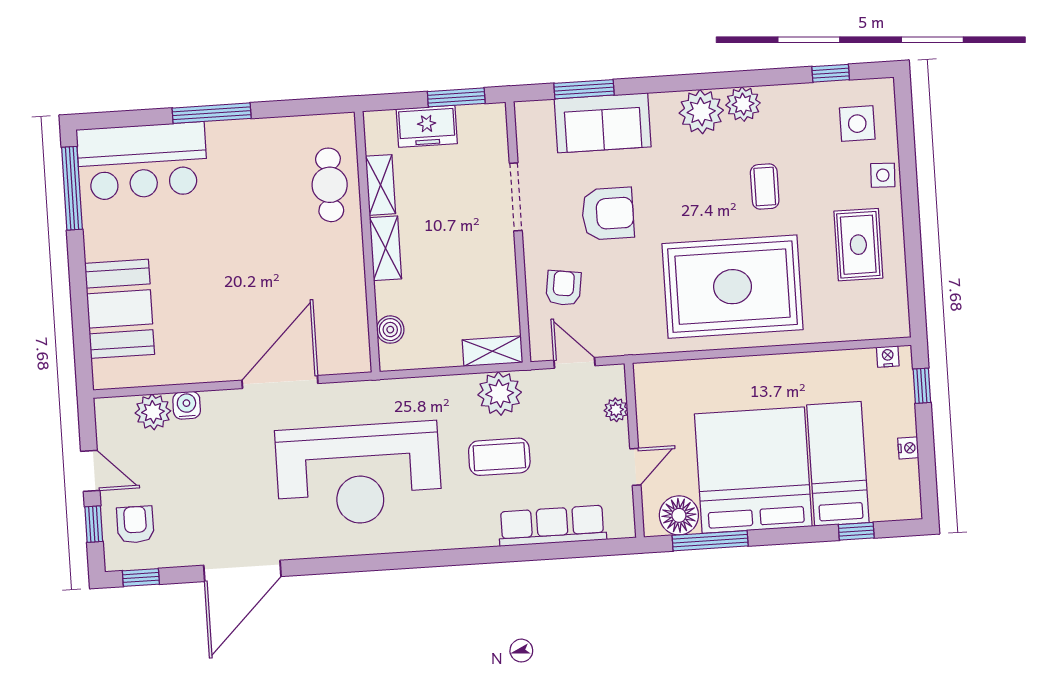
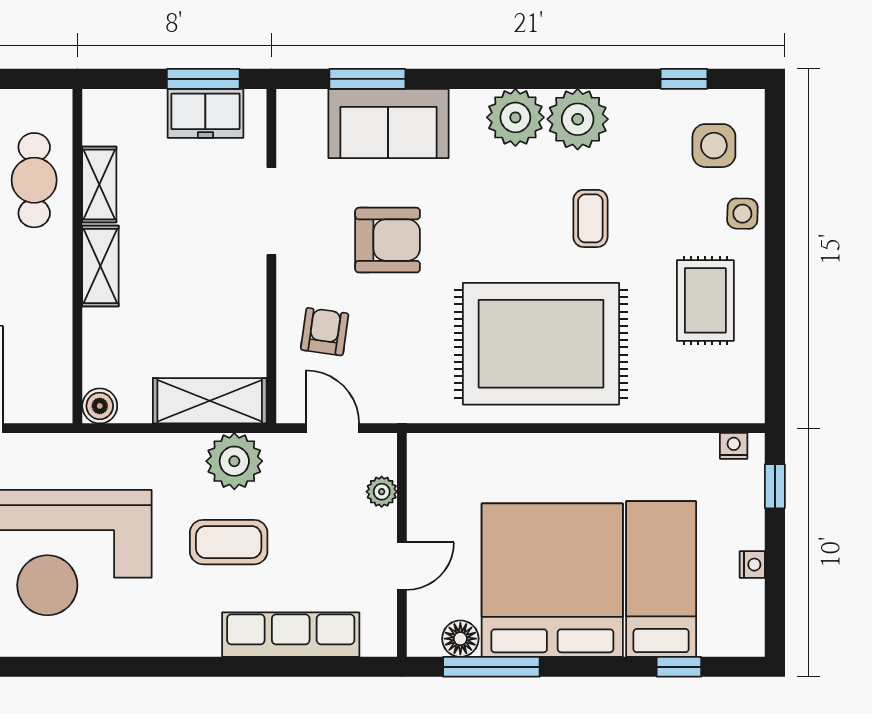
plant: (743, 104) -> (578, 119), width x1.36, depth x1.36
freezer: (427, 126) -> (205, 113), moved
boiler: (390, 330) -> (100, 406), moved
shelving: (492, 351) -> (210, 401), width x1.50, depth x1.33
floor lamp: (679, 515) -> (460, 639), width x0.73, depth x0.73

